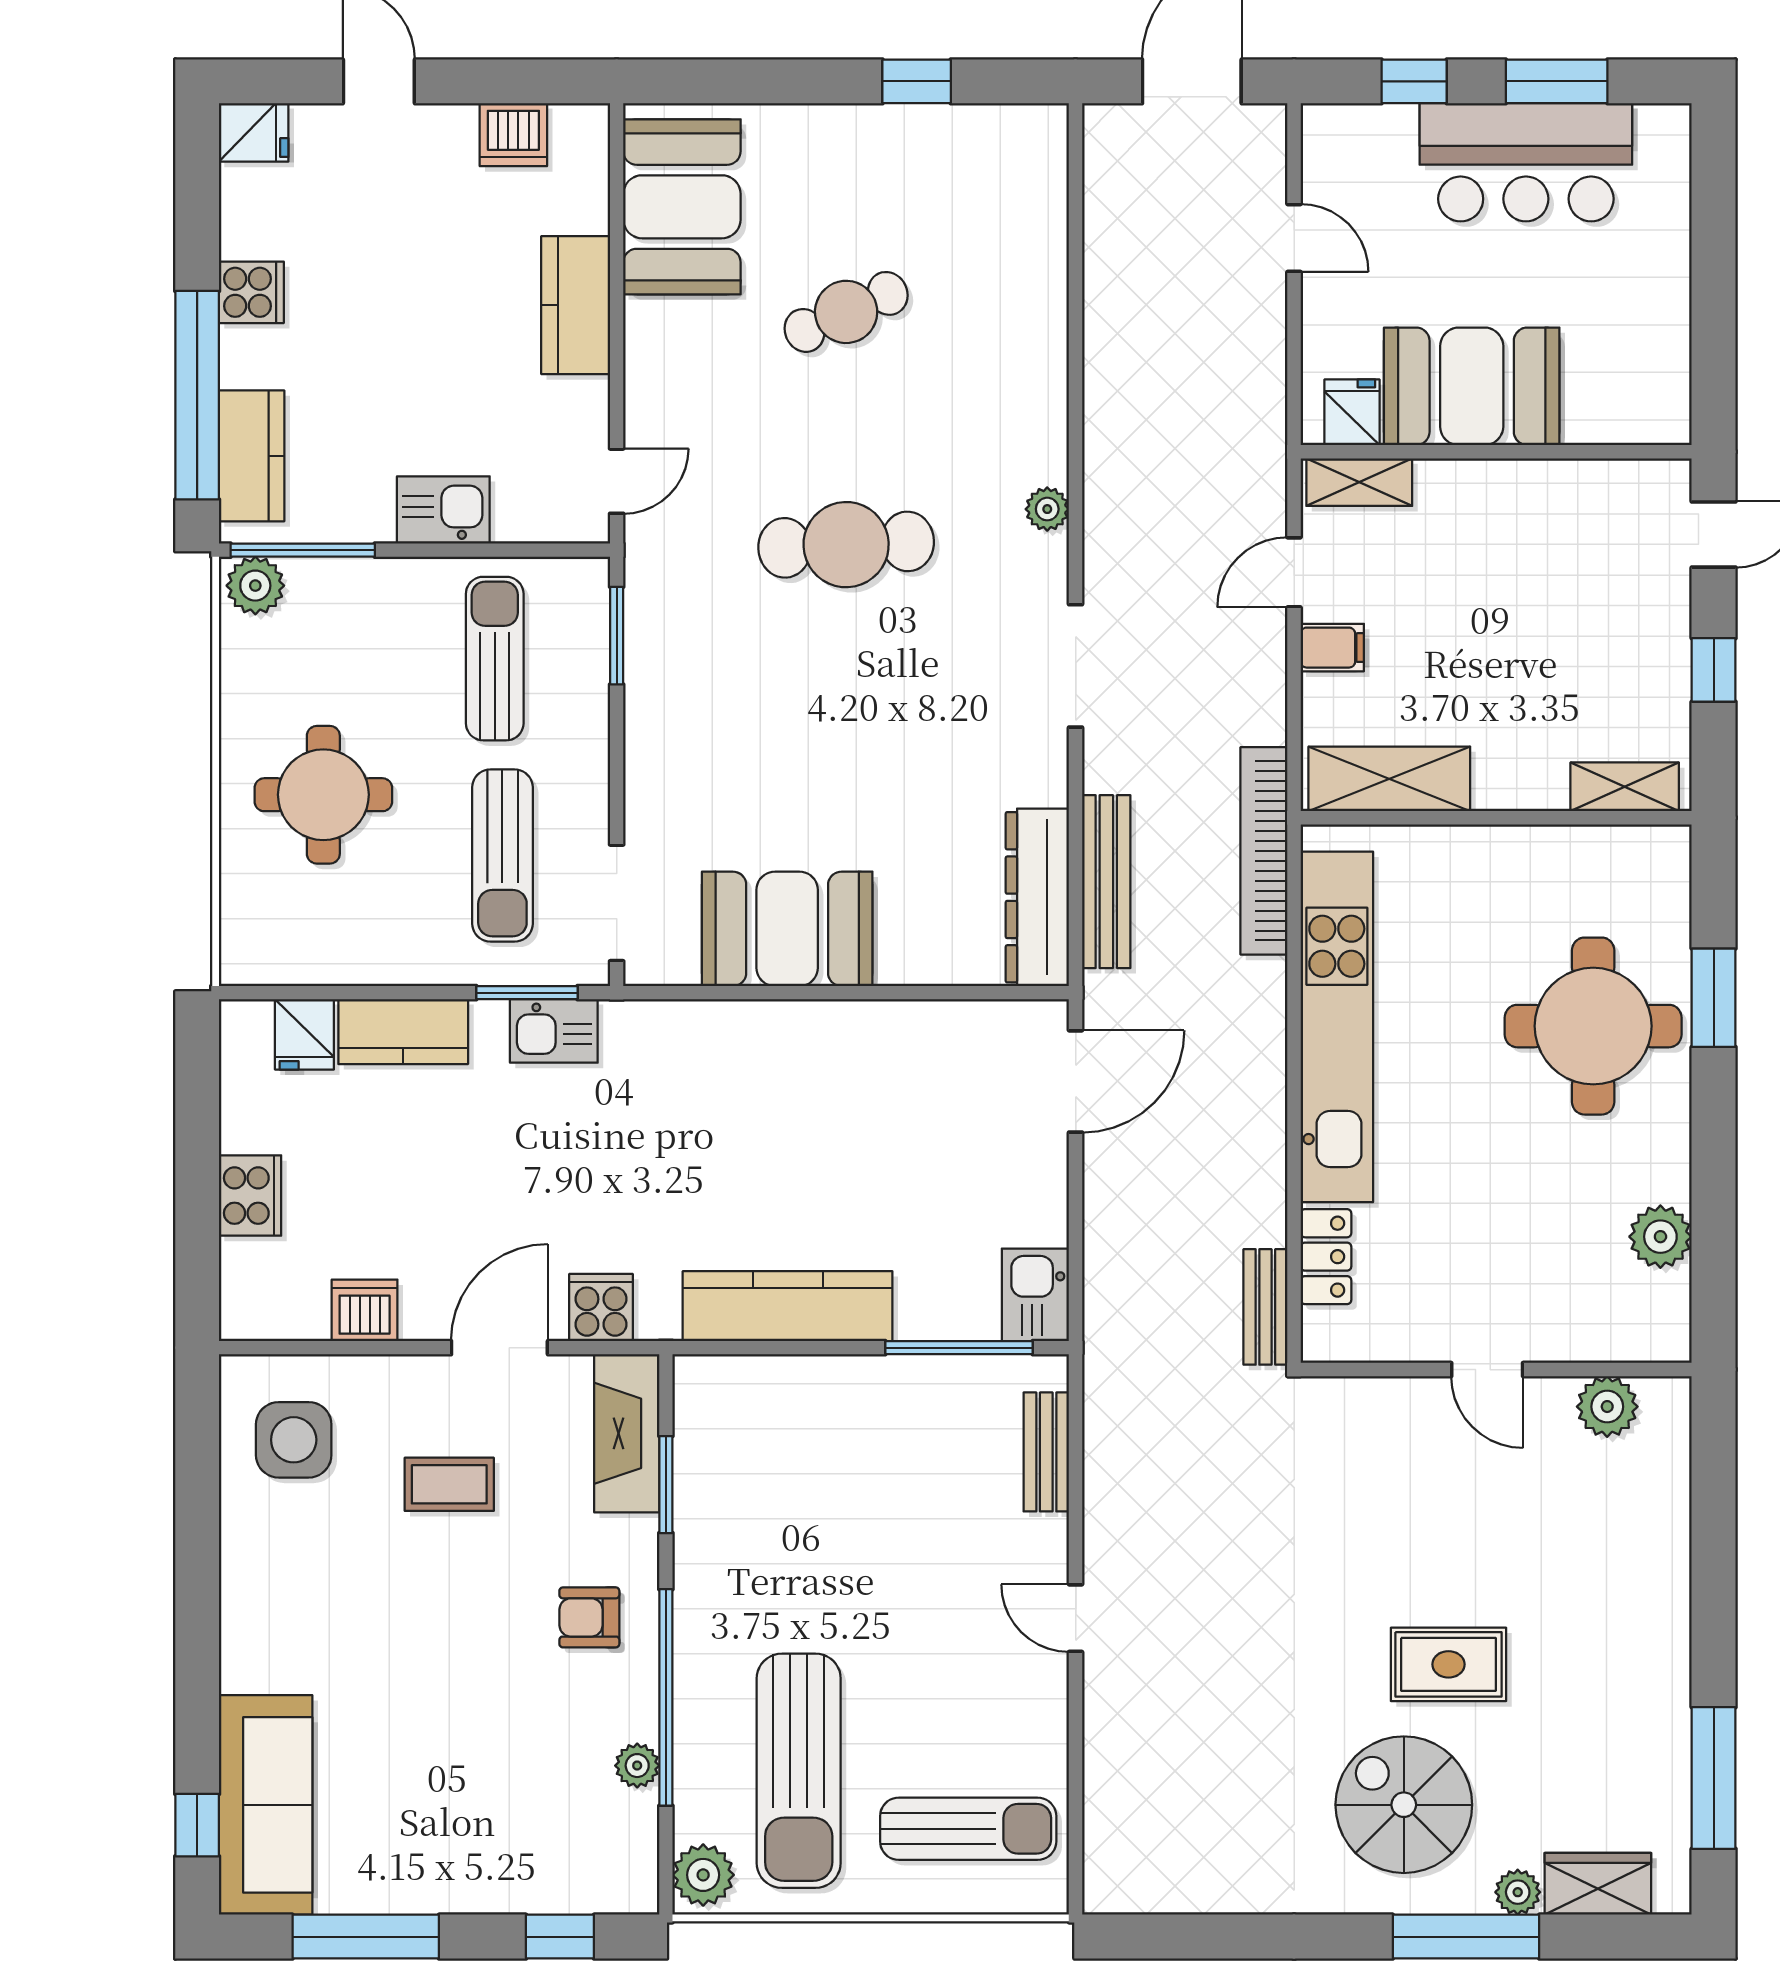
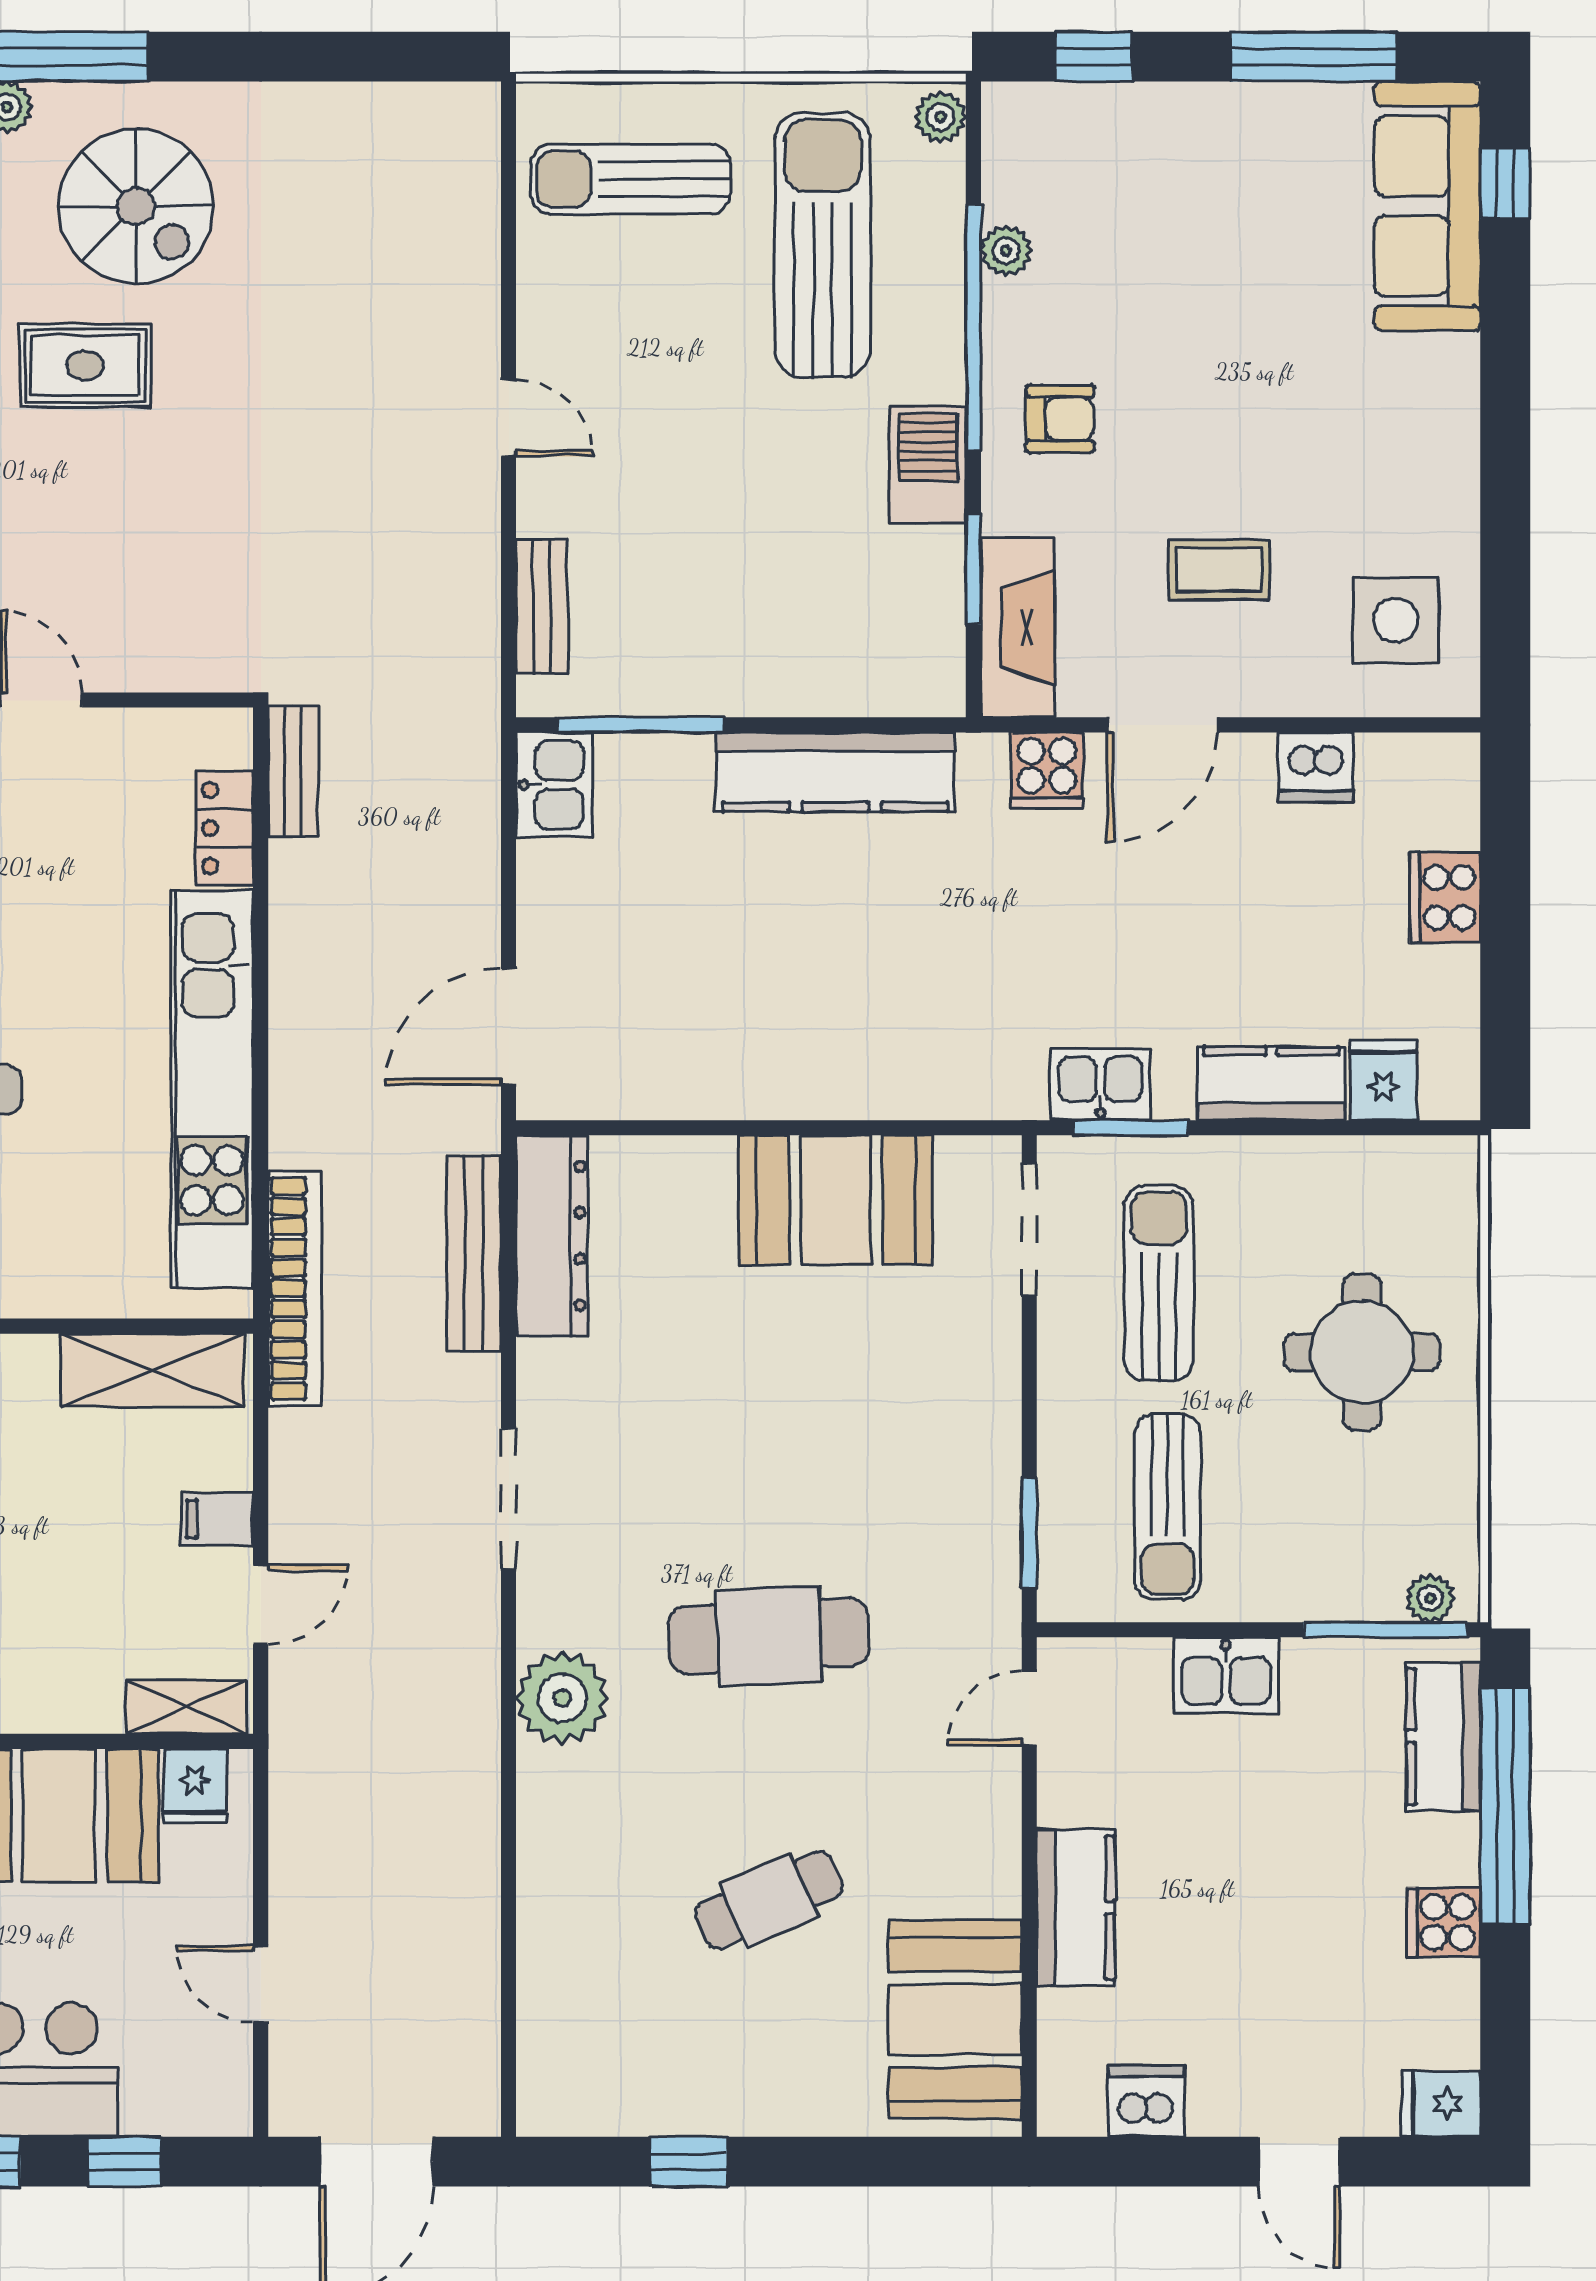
plant: (1047, 509) -> (562, 1698), width x1.88, depth x1.88
plant: (255, 586) -> (1430, 1598), width x0.73, depth x0.73
barbecue: (706, 1577) -> (928, 464), added
plant: (703, 1875) -> (941, 117), width x0.73, depth x0.73

